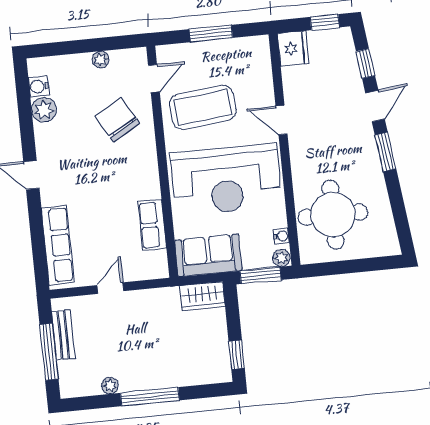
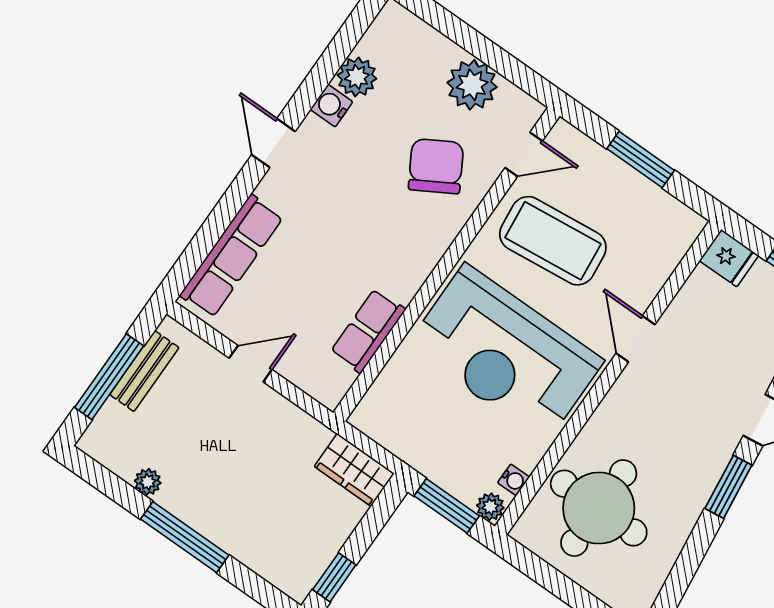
fridge: (293, 49) -> (729, 258), width x0.72
plant: (101, 60) -> (472, 85), width x1.88, depth x1.88
water cooler: (39, 87) -> (331, 106), moved
sofa: (208, 255) -> (404, 427), removed

